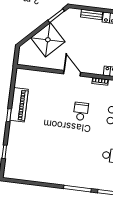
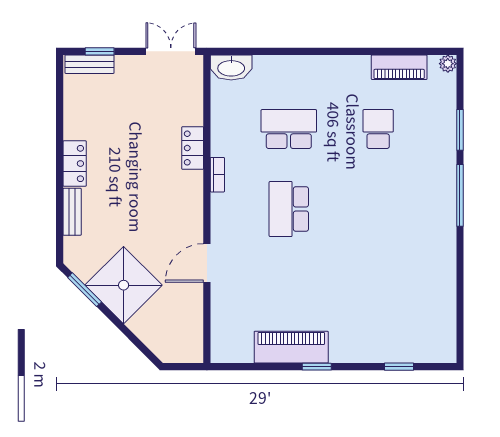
shower: (48, 40) -> (124, 285), moved
door: (72, 73) -> (207, 263), moved
school desk: (81, 111) -> (289, 209), width x1.85

